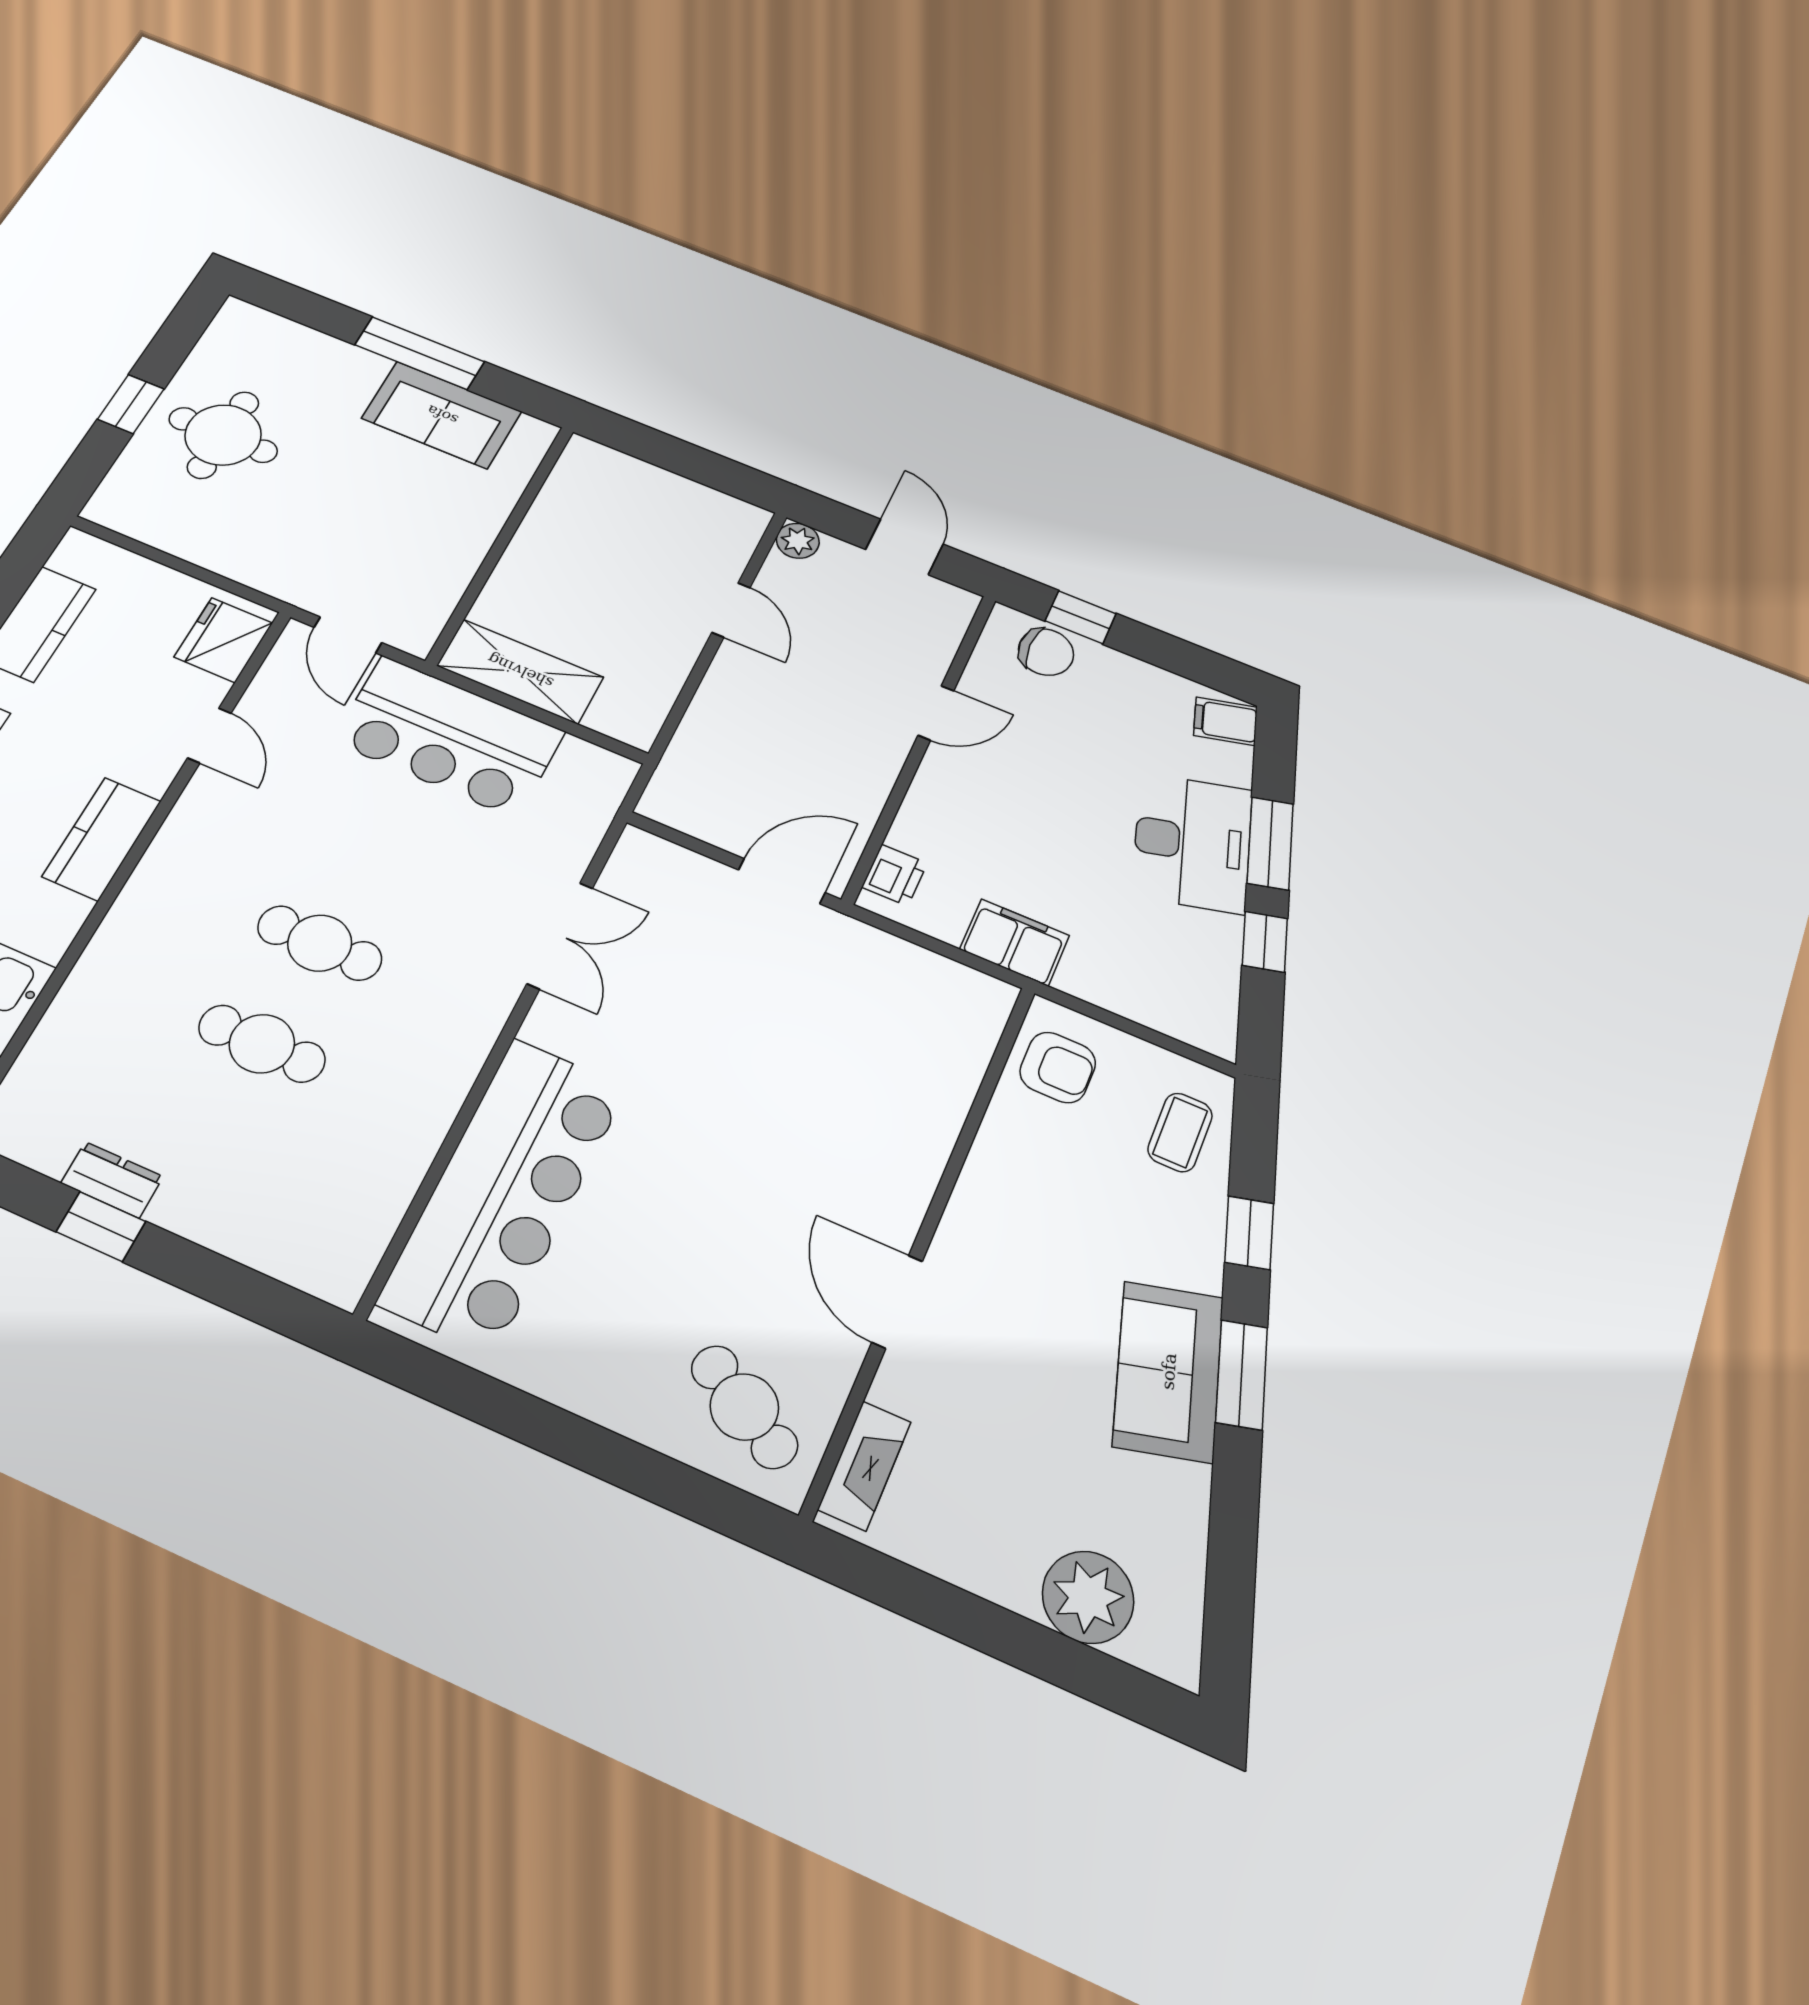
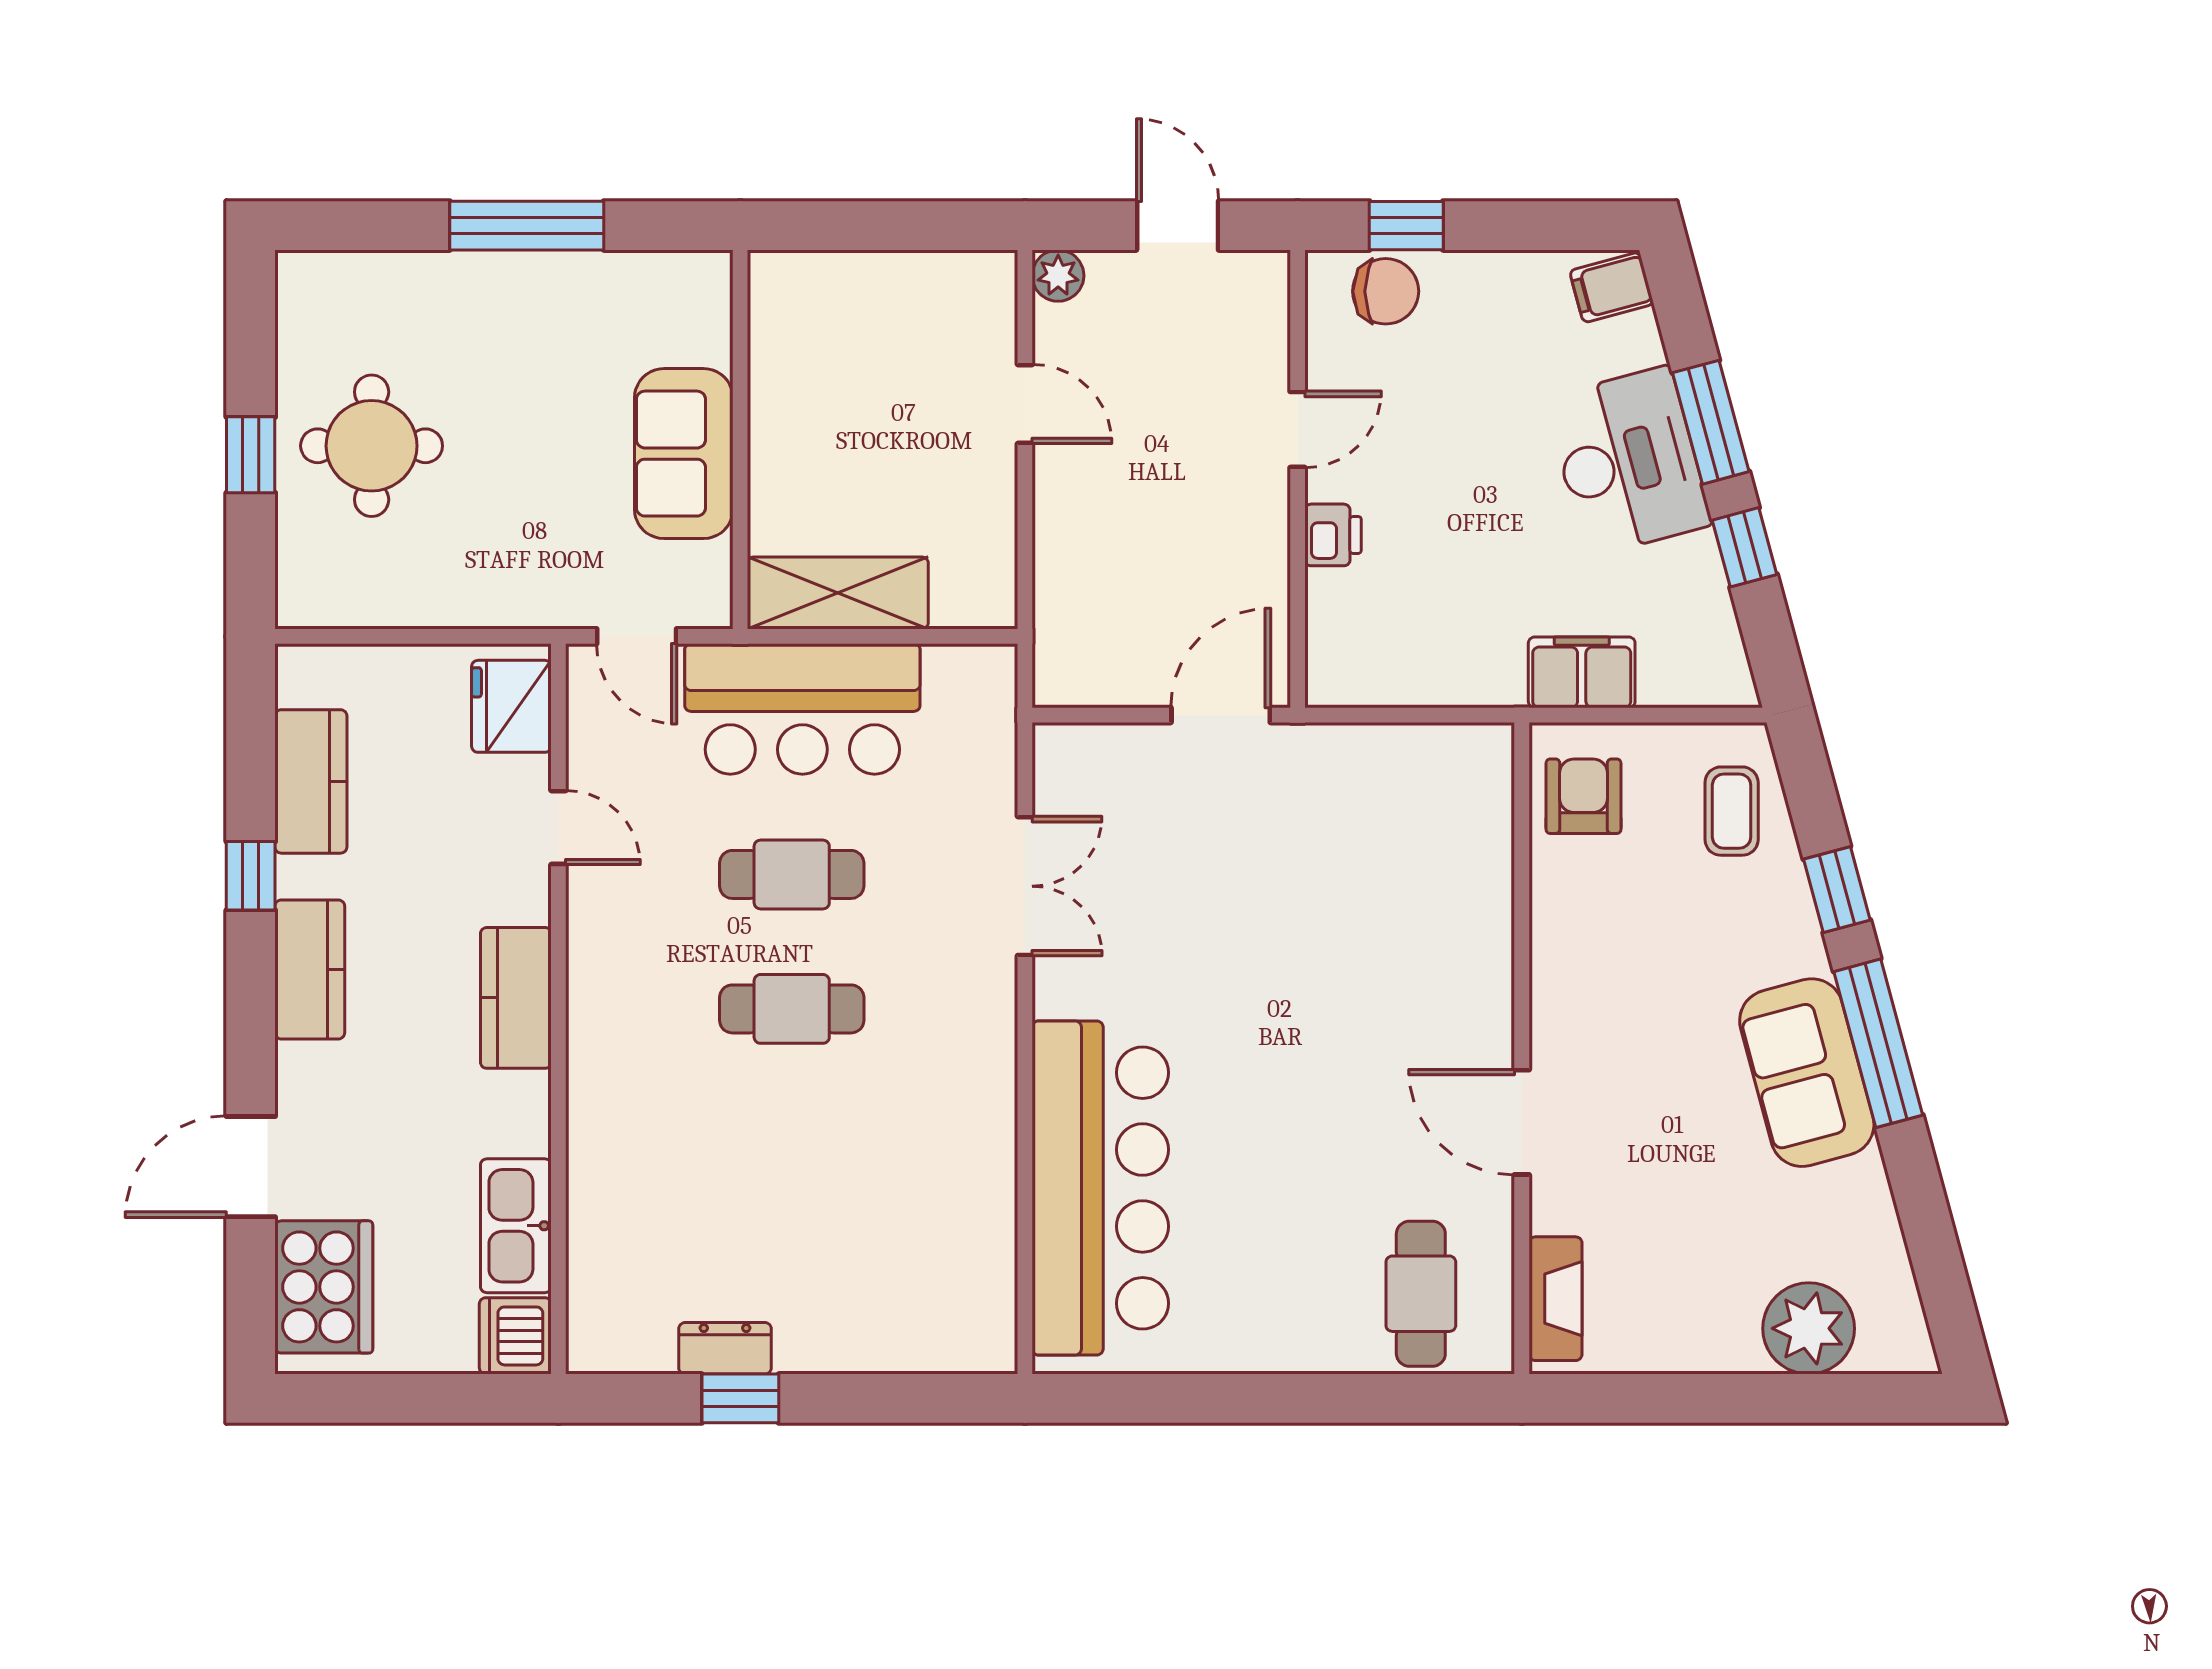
sofa: (442, 415) -> (684, 454), moved, turned 90
printer: (895, 875) -> (1333, 535), moved
filing cabinet: (1015, 942) -> (1582, 672), moved
cafe table: (262, 1044) -> (792, 874), moved
armchair: (1058, 1067) -> (1584, 796), turned -90
window: (1242, 1375) -> (1878, 1043), width x1.44
cafe table: (744, 1407) -> (1421, 1294), turned 60

